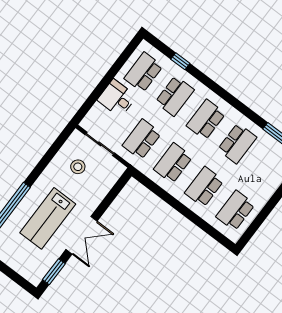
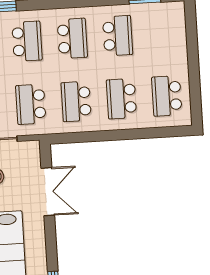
school desk: (206, 120) -> (72, 38), turned 180
double door: (82, 235) -> (48, 192), moved

